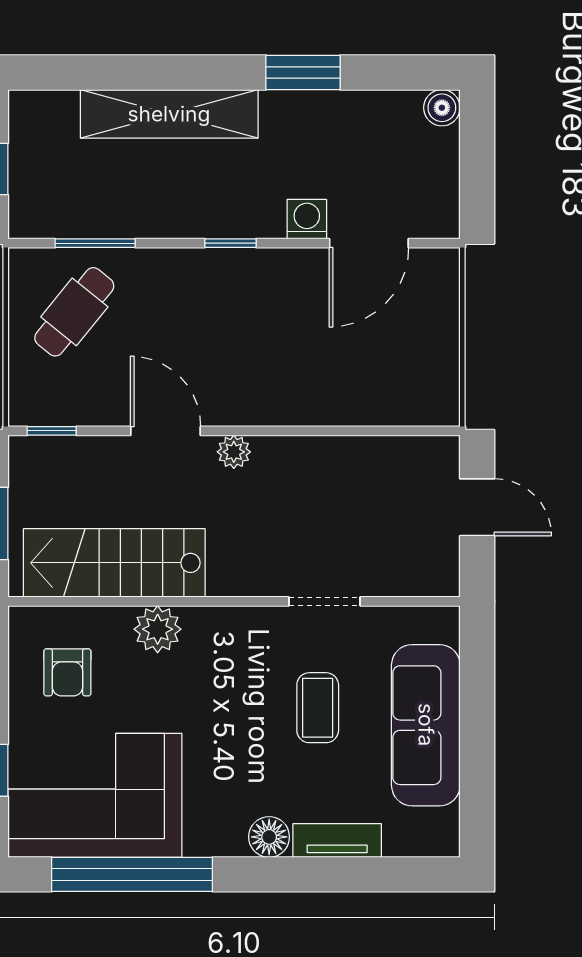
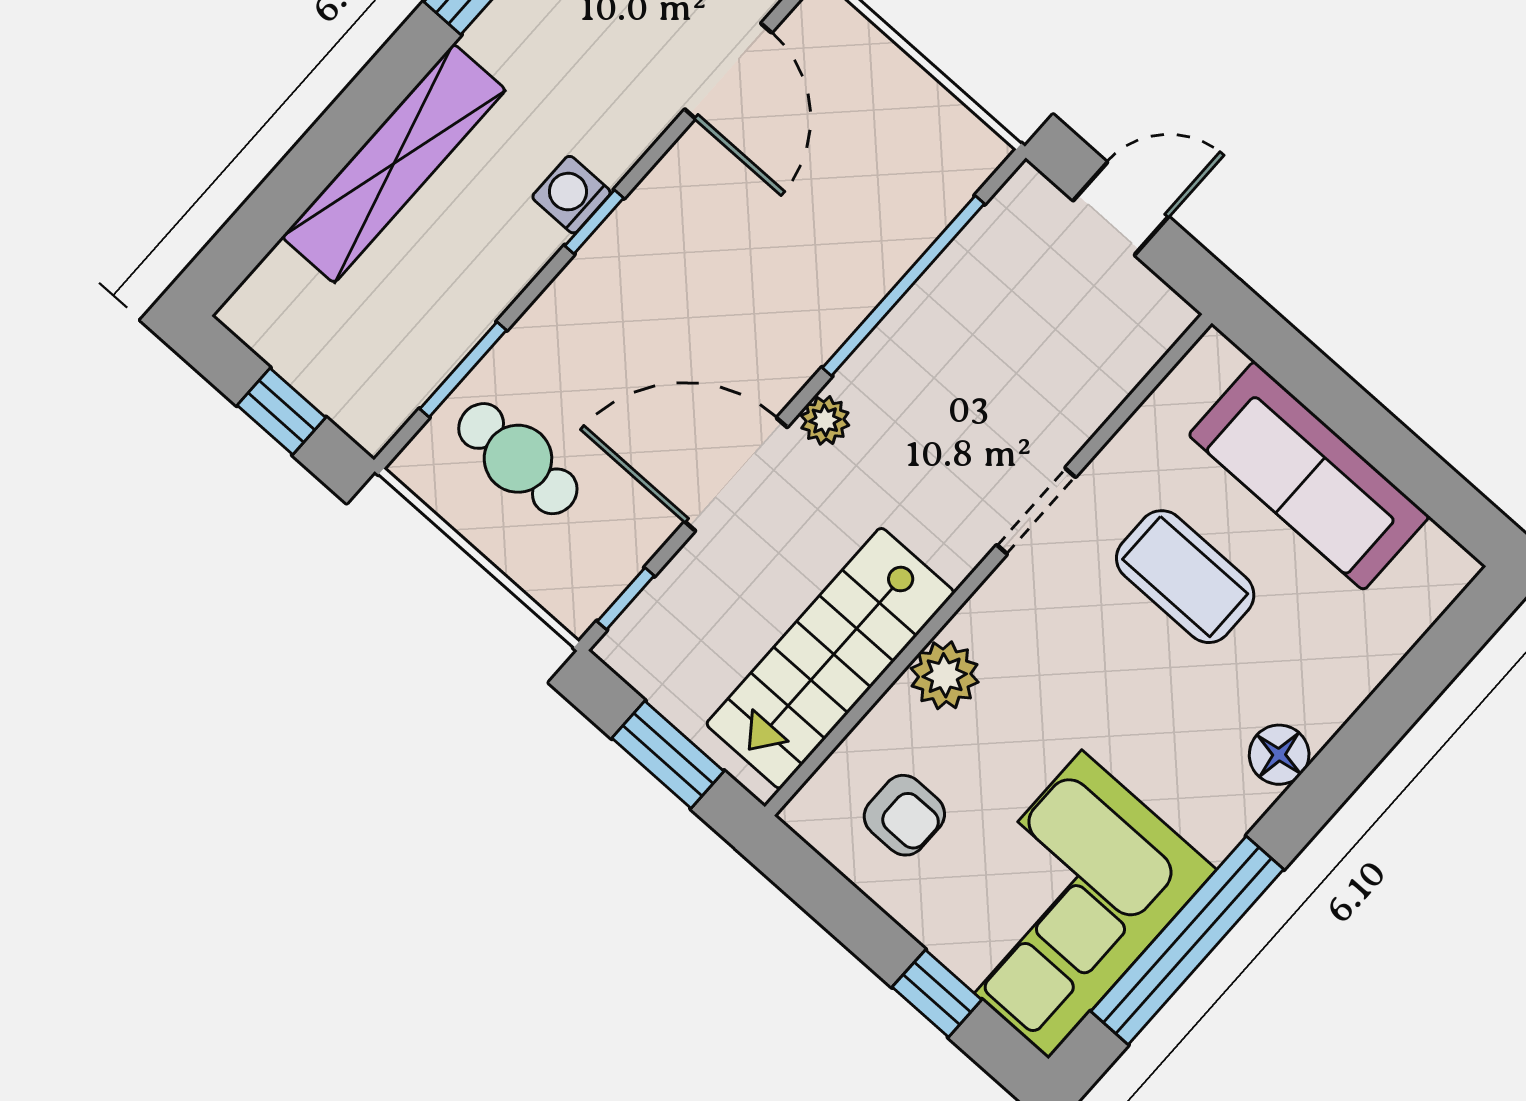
washing machine: (307, 219) -> (571, 195), moved
cafe table: (74, 312) -> (518, 459), turned -39
door: (166, 431) -> (736, 474), width x1.36
window: (338, 431) -> (903, 286), added
doorway: (325, 601) -> (1036, 511), moved
coffee table: (318, 708) -> (1185, 577), width x1.36, depth x1.30
tv unit: (337, 840) -> (1349, 684), removed

